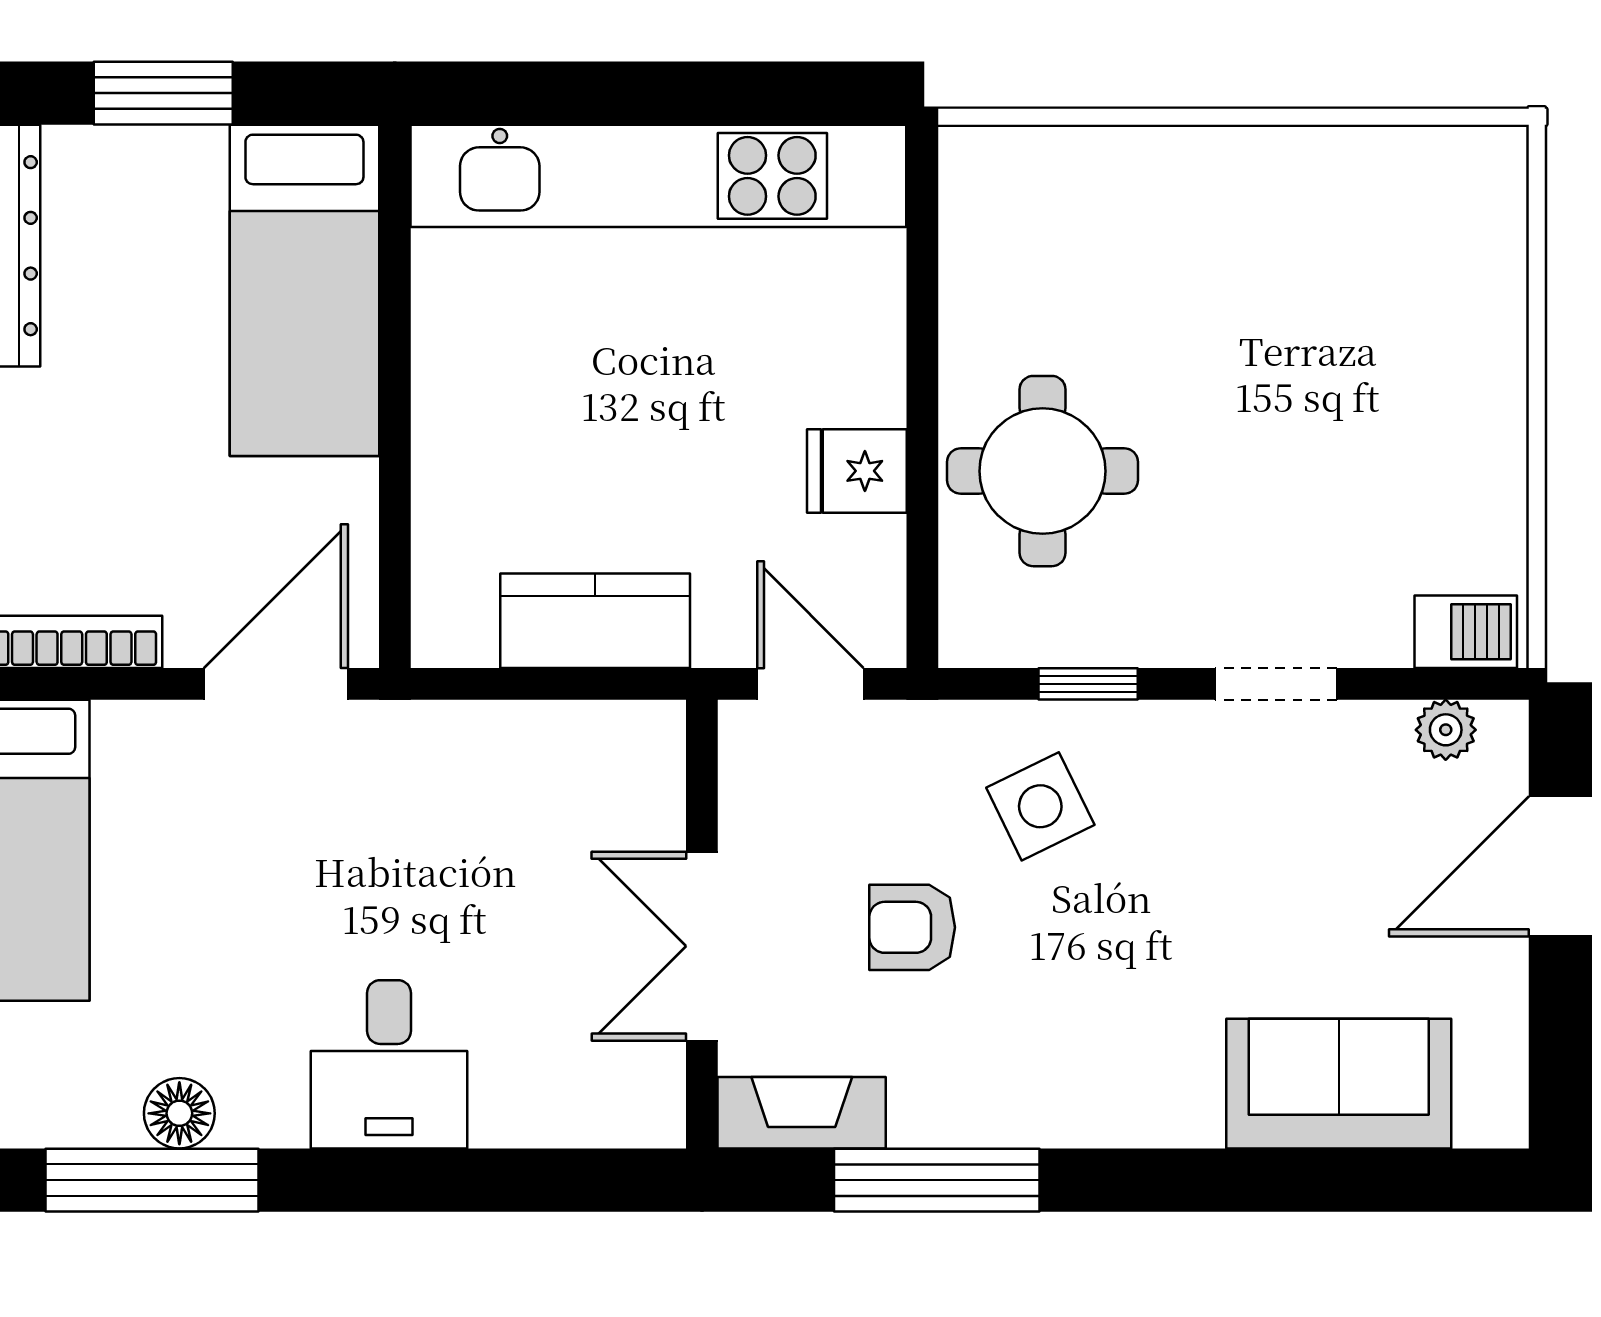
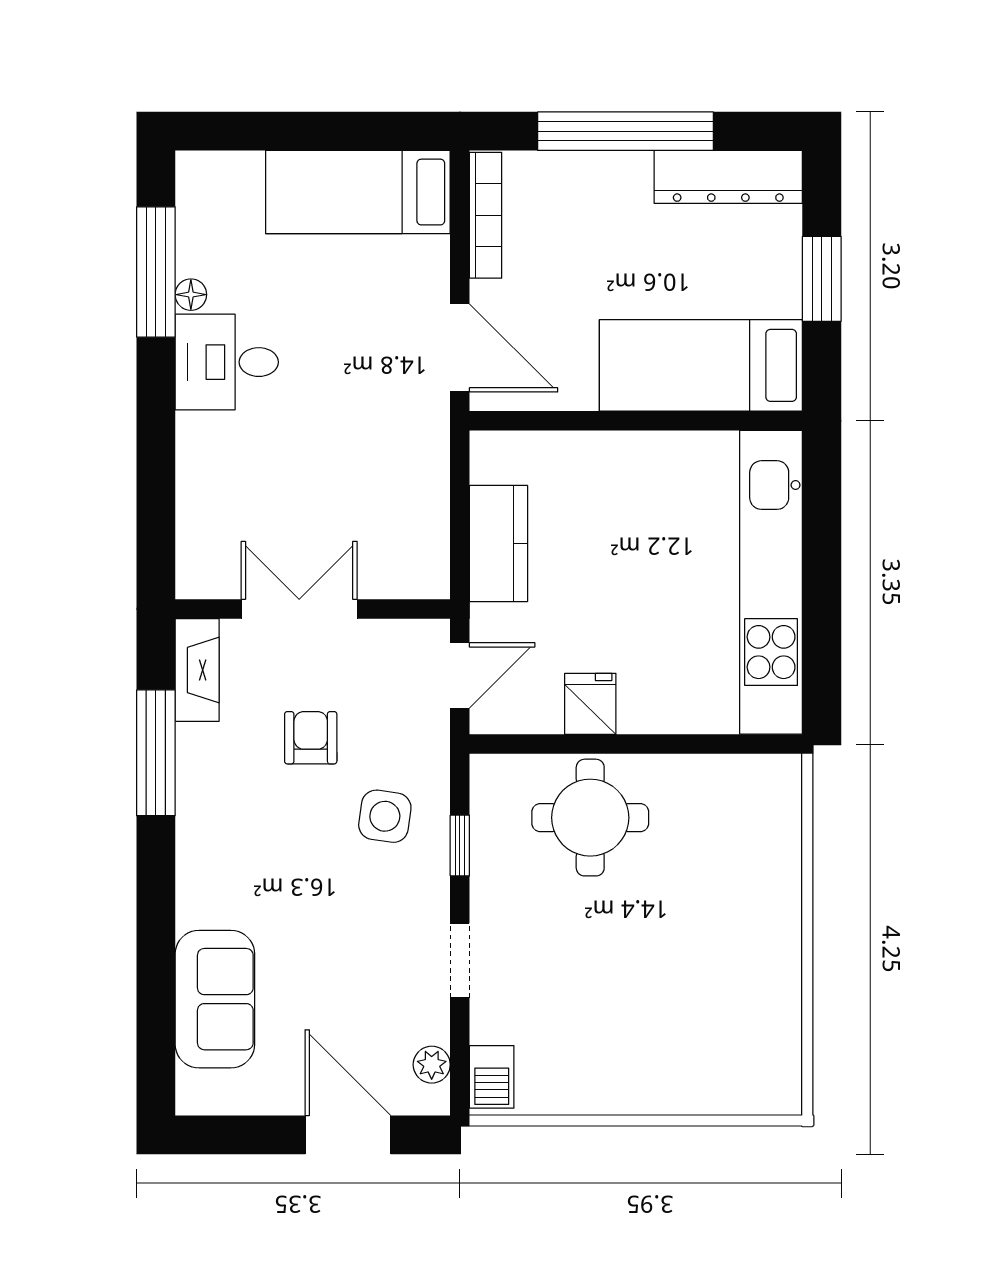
side table: (1040, 806) -> (385, 816), turned 34
desk: (389, 1064) -> (227, 362), moved
floor lamp: (179, 1113) -> (191, 295), width x0.73, depth x0.73

